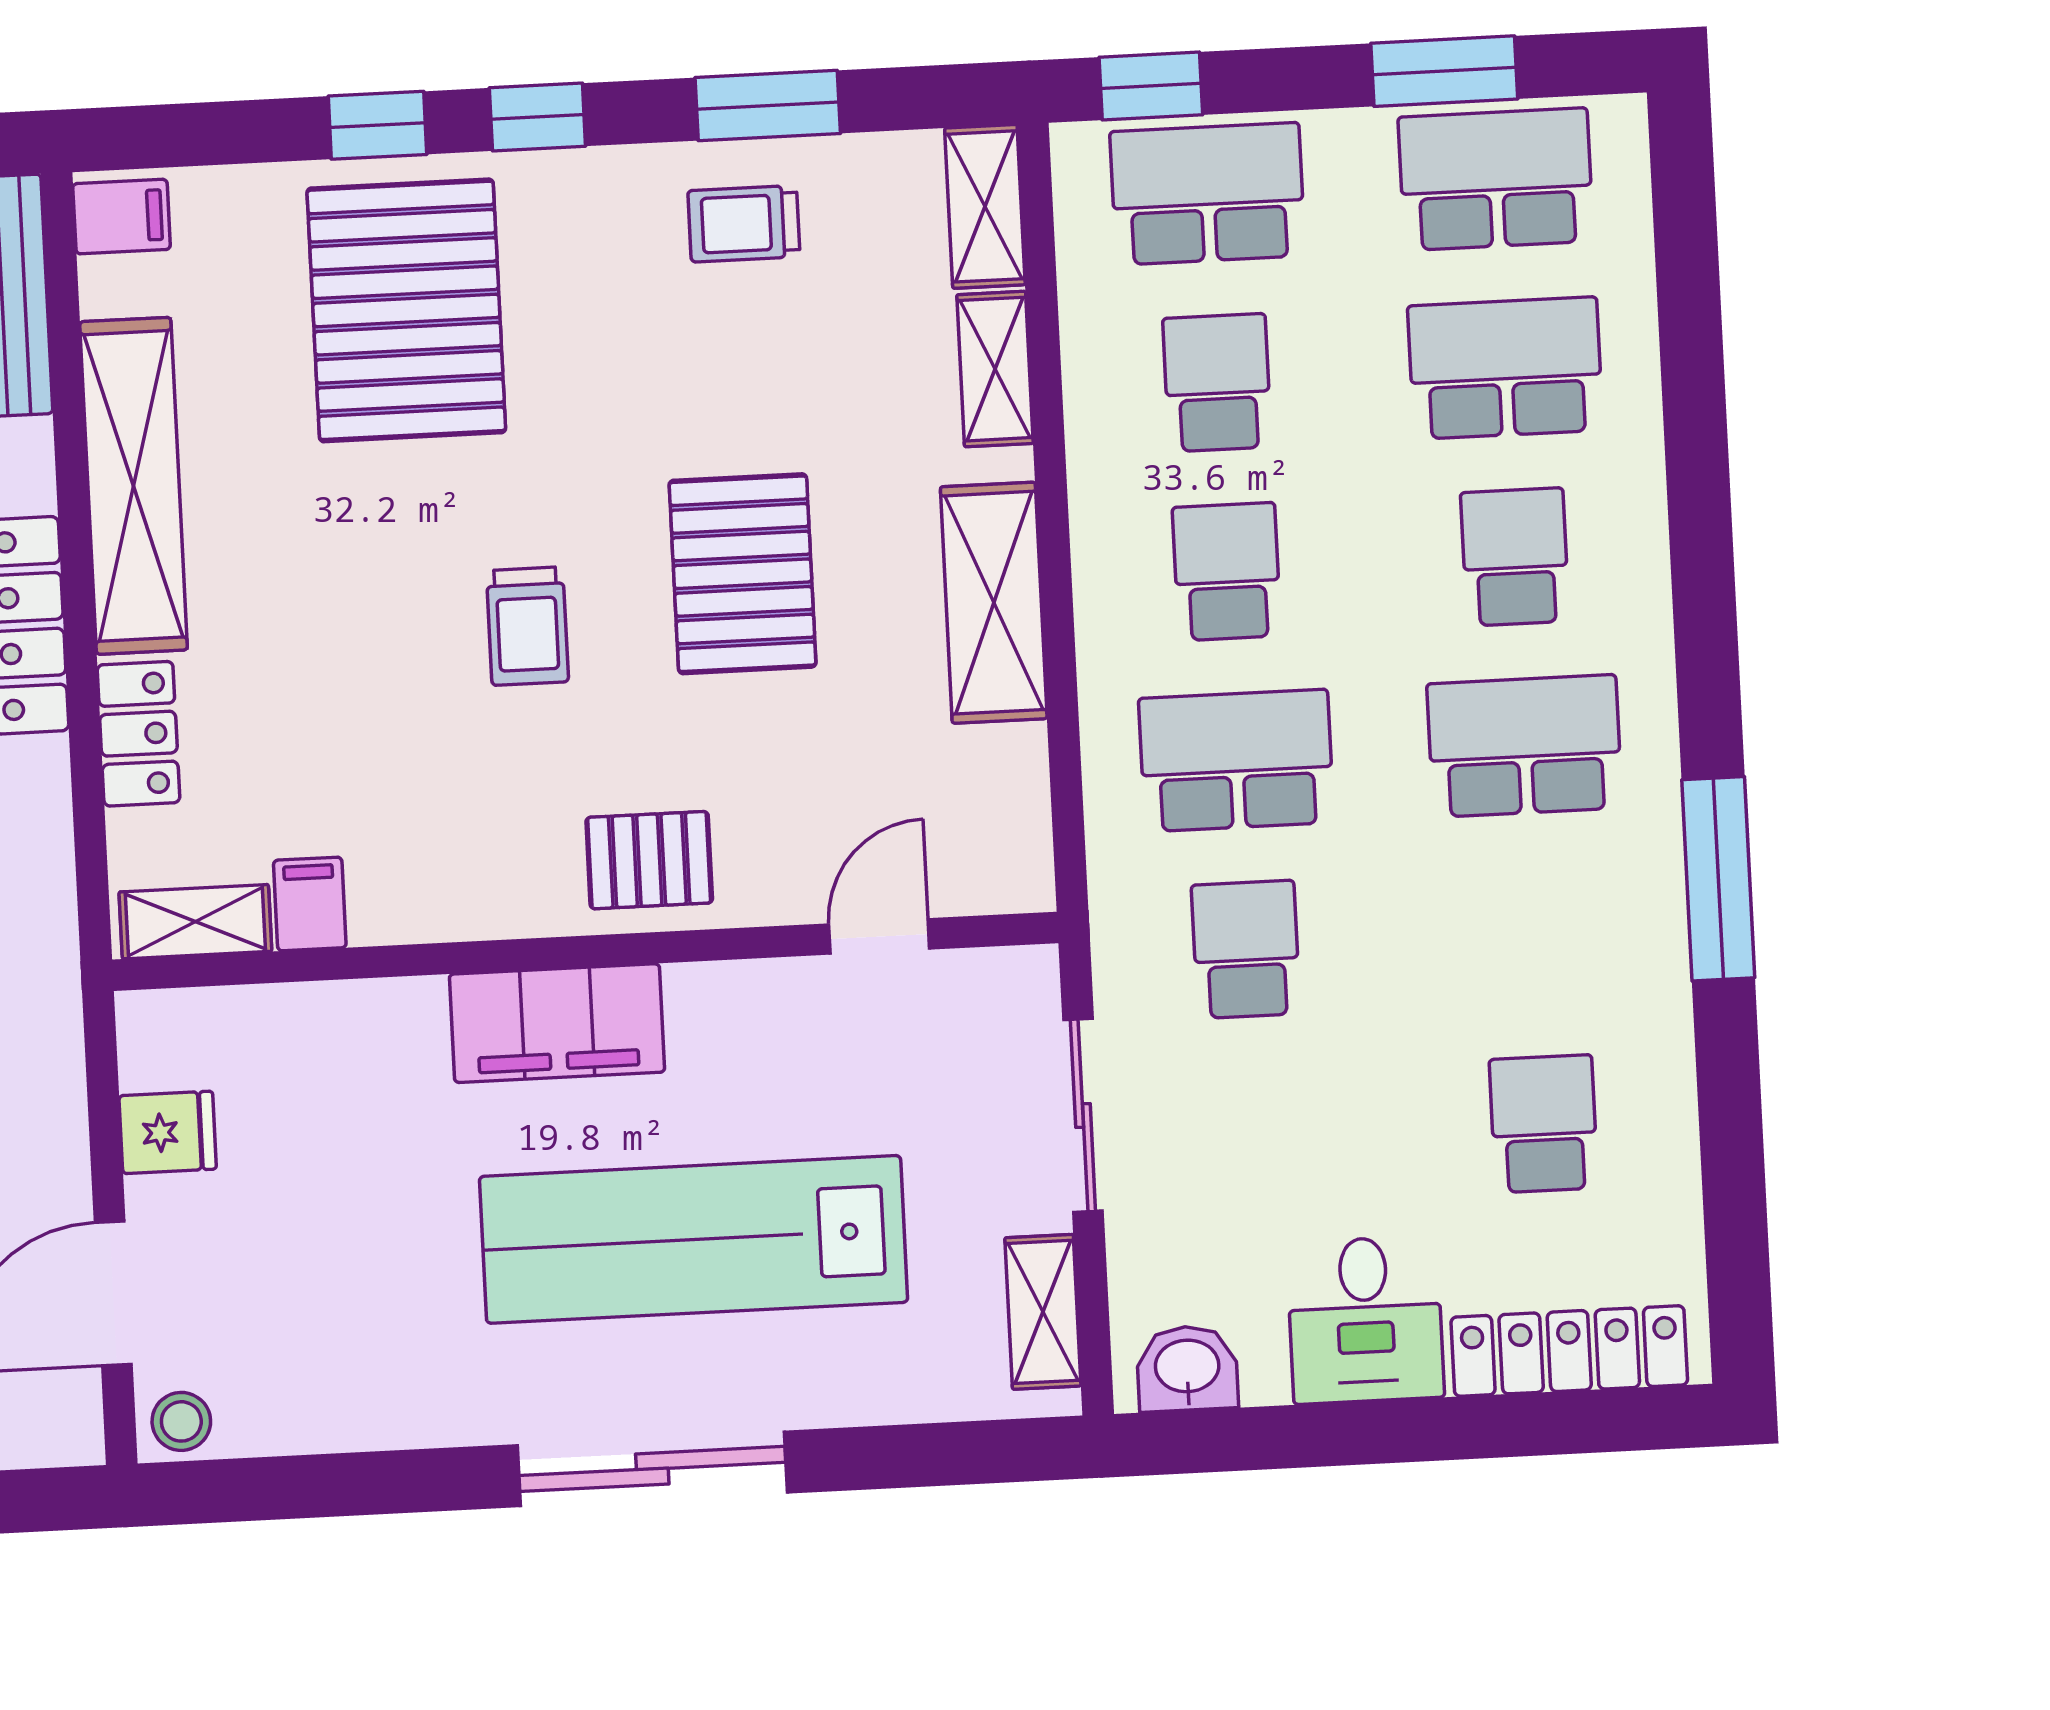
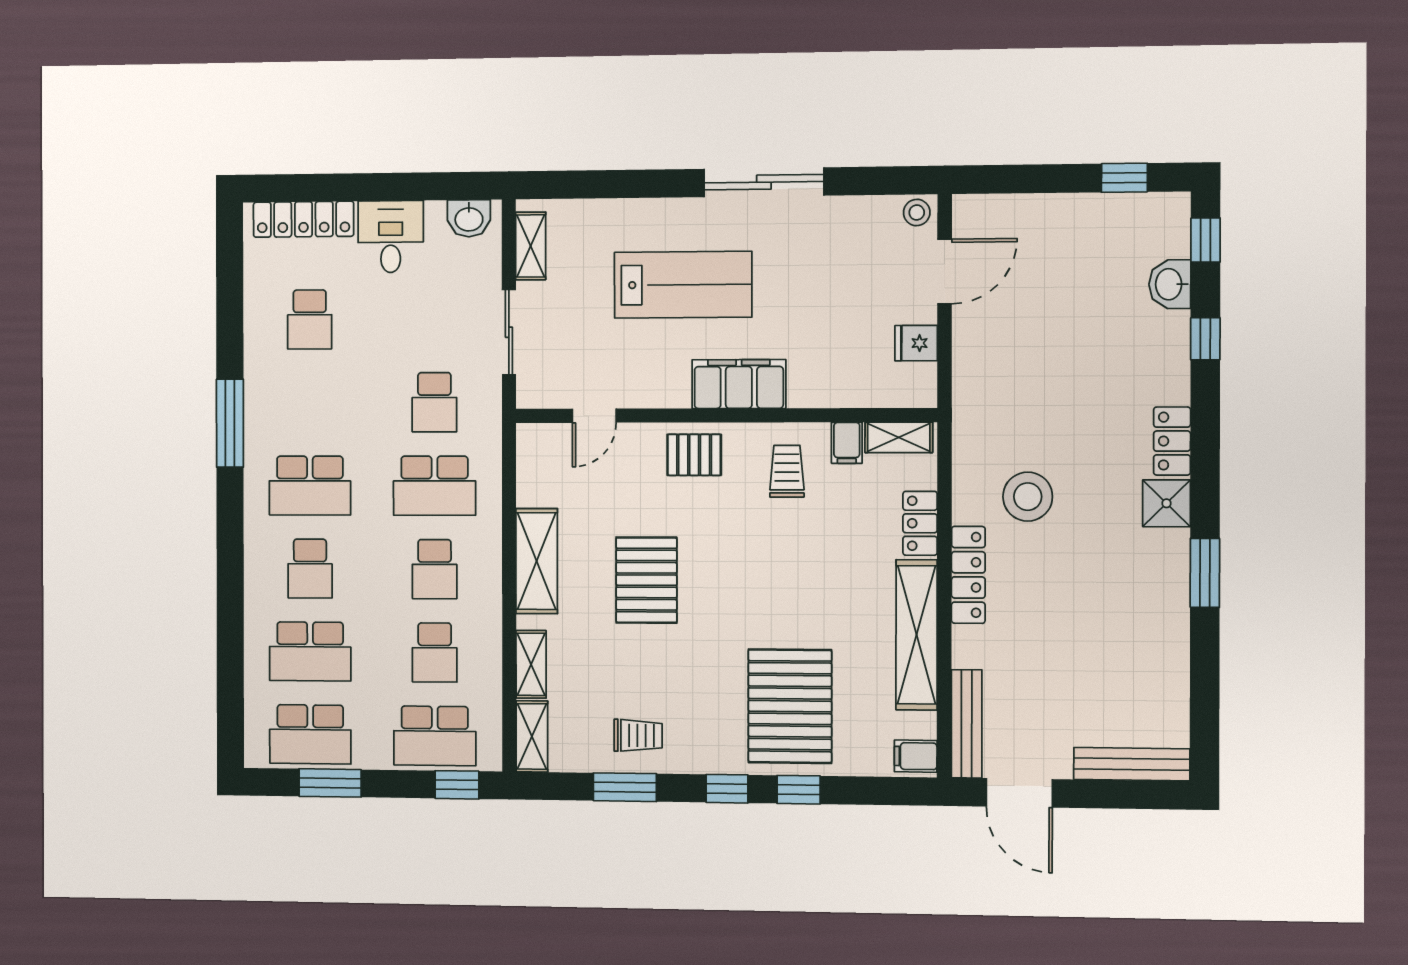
trolley: (527, 626) -> (787, 471), moved
lab bench: (694, 1239) -> (683, 285), width x0.73
sliding door: (652, 1469) -> (764, 182), moved

